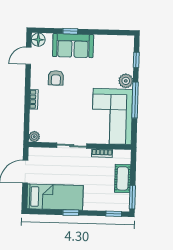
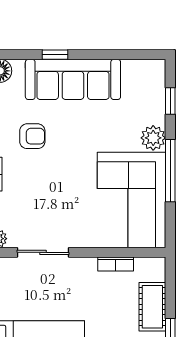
sofa: (73, 46) -> (73, 79), width x1.36
armchair: (56, 78) -> (32, 136), turned -90
sliding door: (72, 146) -> (43, 252), moved

